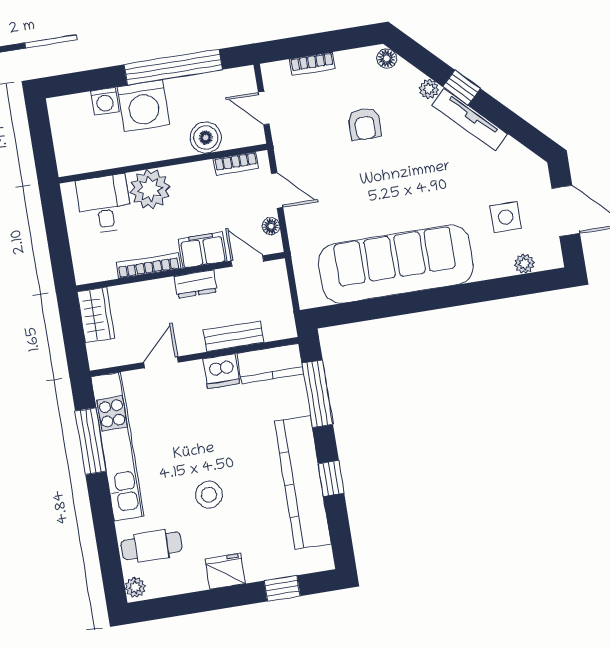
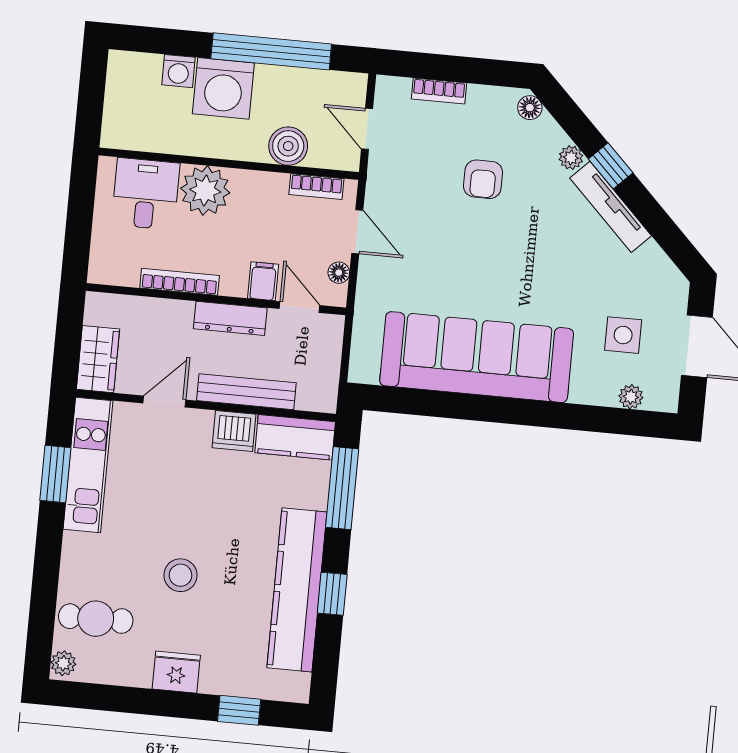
filing cabinet: (203, 250) -> (263, 281), width x0.50
dresser: (196, 284) -> (230, 318), width x1.44
wardrobe: (96, 315) -> (98, 359), moved
bench: (233, 336) -> (246, 392), width x1.36
window: (91, 441) -> (55, 474), width x0.69
kitchen unit: (117, 447) -> (88, 465), width x0.73

